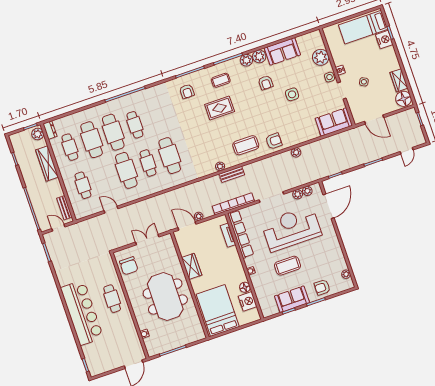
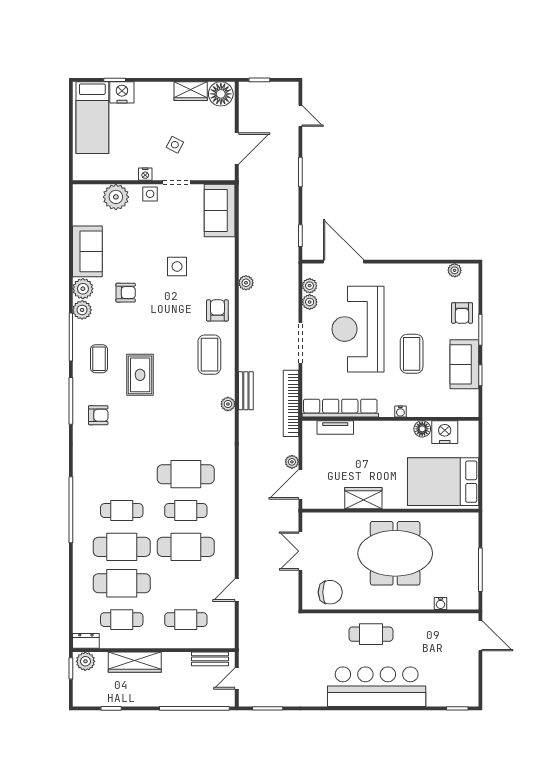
side table: (292, 94) -> (177, 267), moved

